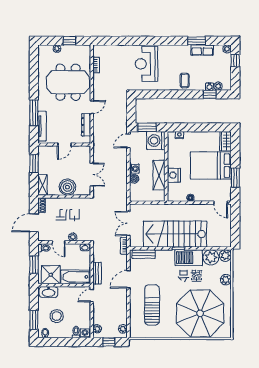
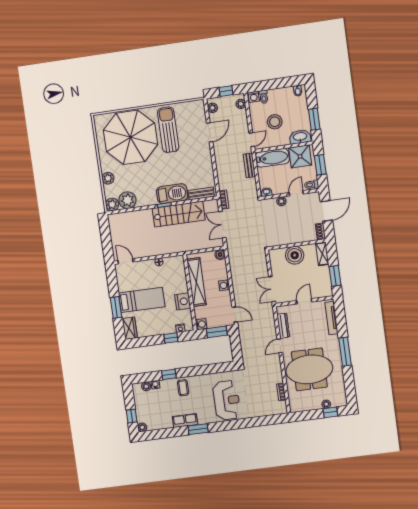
window: (70, 41) -> (330, 412), moved
window: (197, 41) -> (198, 429), moved
row of seats: (202, 50) -> (185, 421), moved
window: (210, 94) -> (169, 374), moved
window: (34, 113) -> (345, 352), moved
window: (189, 127) -> (171, 338), added
door: (128, 141) -> (235, 315), hinge flipped
washing machine: (156, 141) -> (201, 324), width x0.53, depth x0.53
bed: (211, 166) -> (142, 300), width x0.67
double door: (92, 175) -> (272, 289), moved
shelving: (159, 175) -> (196, 282), width x1.47
nightstand: (174, 175) -> (183, 301), moved
window: (235, 178) -> (116, 307), moved
boiler: (134, 179) -> (220, 255), moved
double door: (128, 224) -> (222, 225), swing flipped
stairs: (175, 234) -> (179, 214), width x0.73, depth x0.66
door: (59, 242) -> (296, 193), hinge flipped
barbecue: (189, 258) -> (172, 194), moved
door: (128, 279) -> (210, 132), moved
sun lounger: (152, 305) -> (168, 130), moved, turned 180
stool: (57, 316) -> (275, 122), moved
window: (34, 320) -> (314, 119), moved

